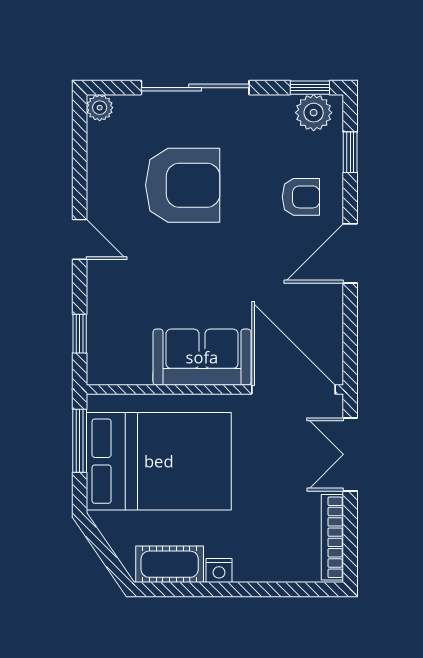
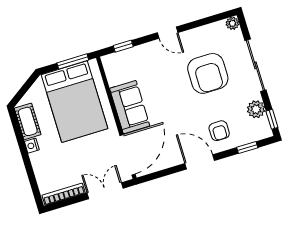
plant: (314, 113) -> (256, 109), moved
door: (80, 239) -> (168, 33), hinge flipped

